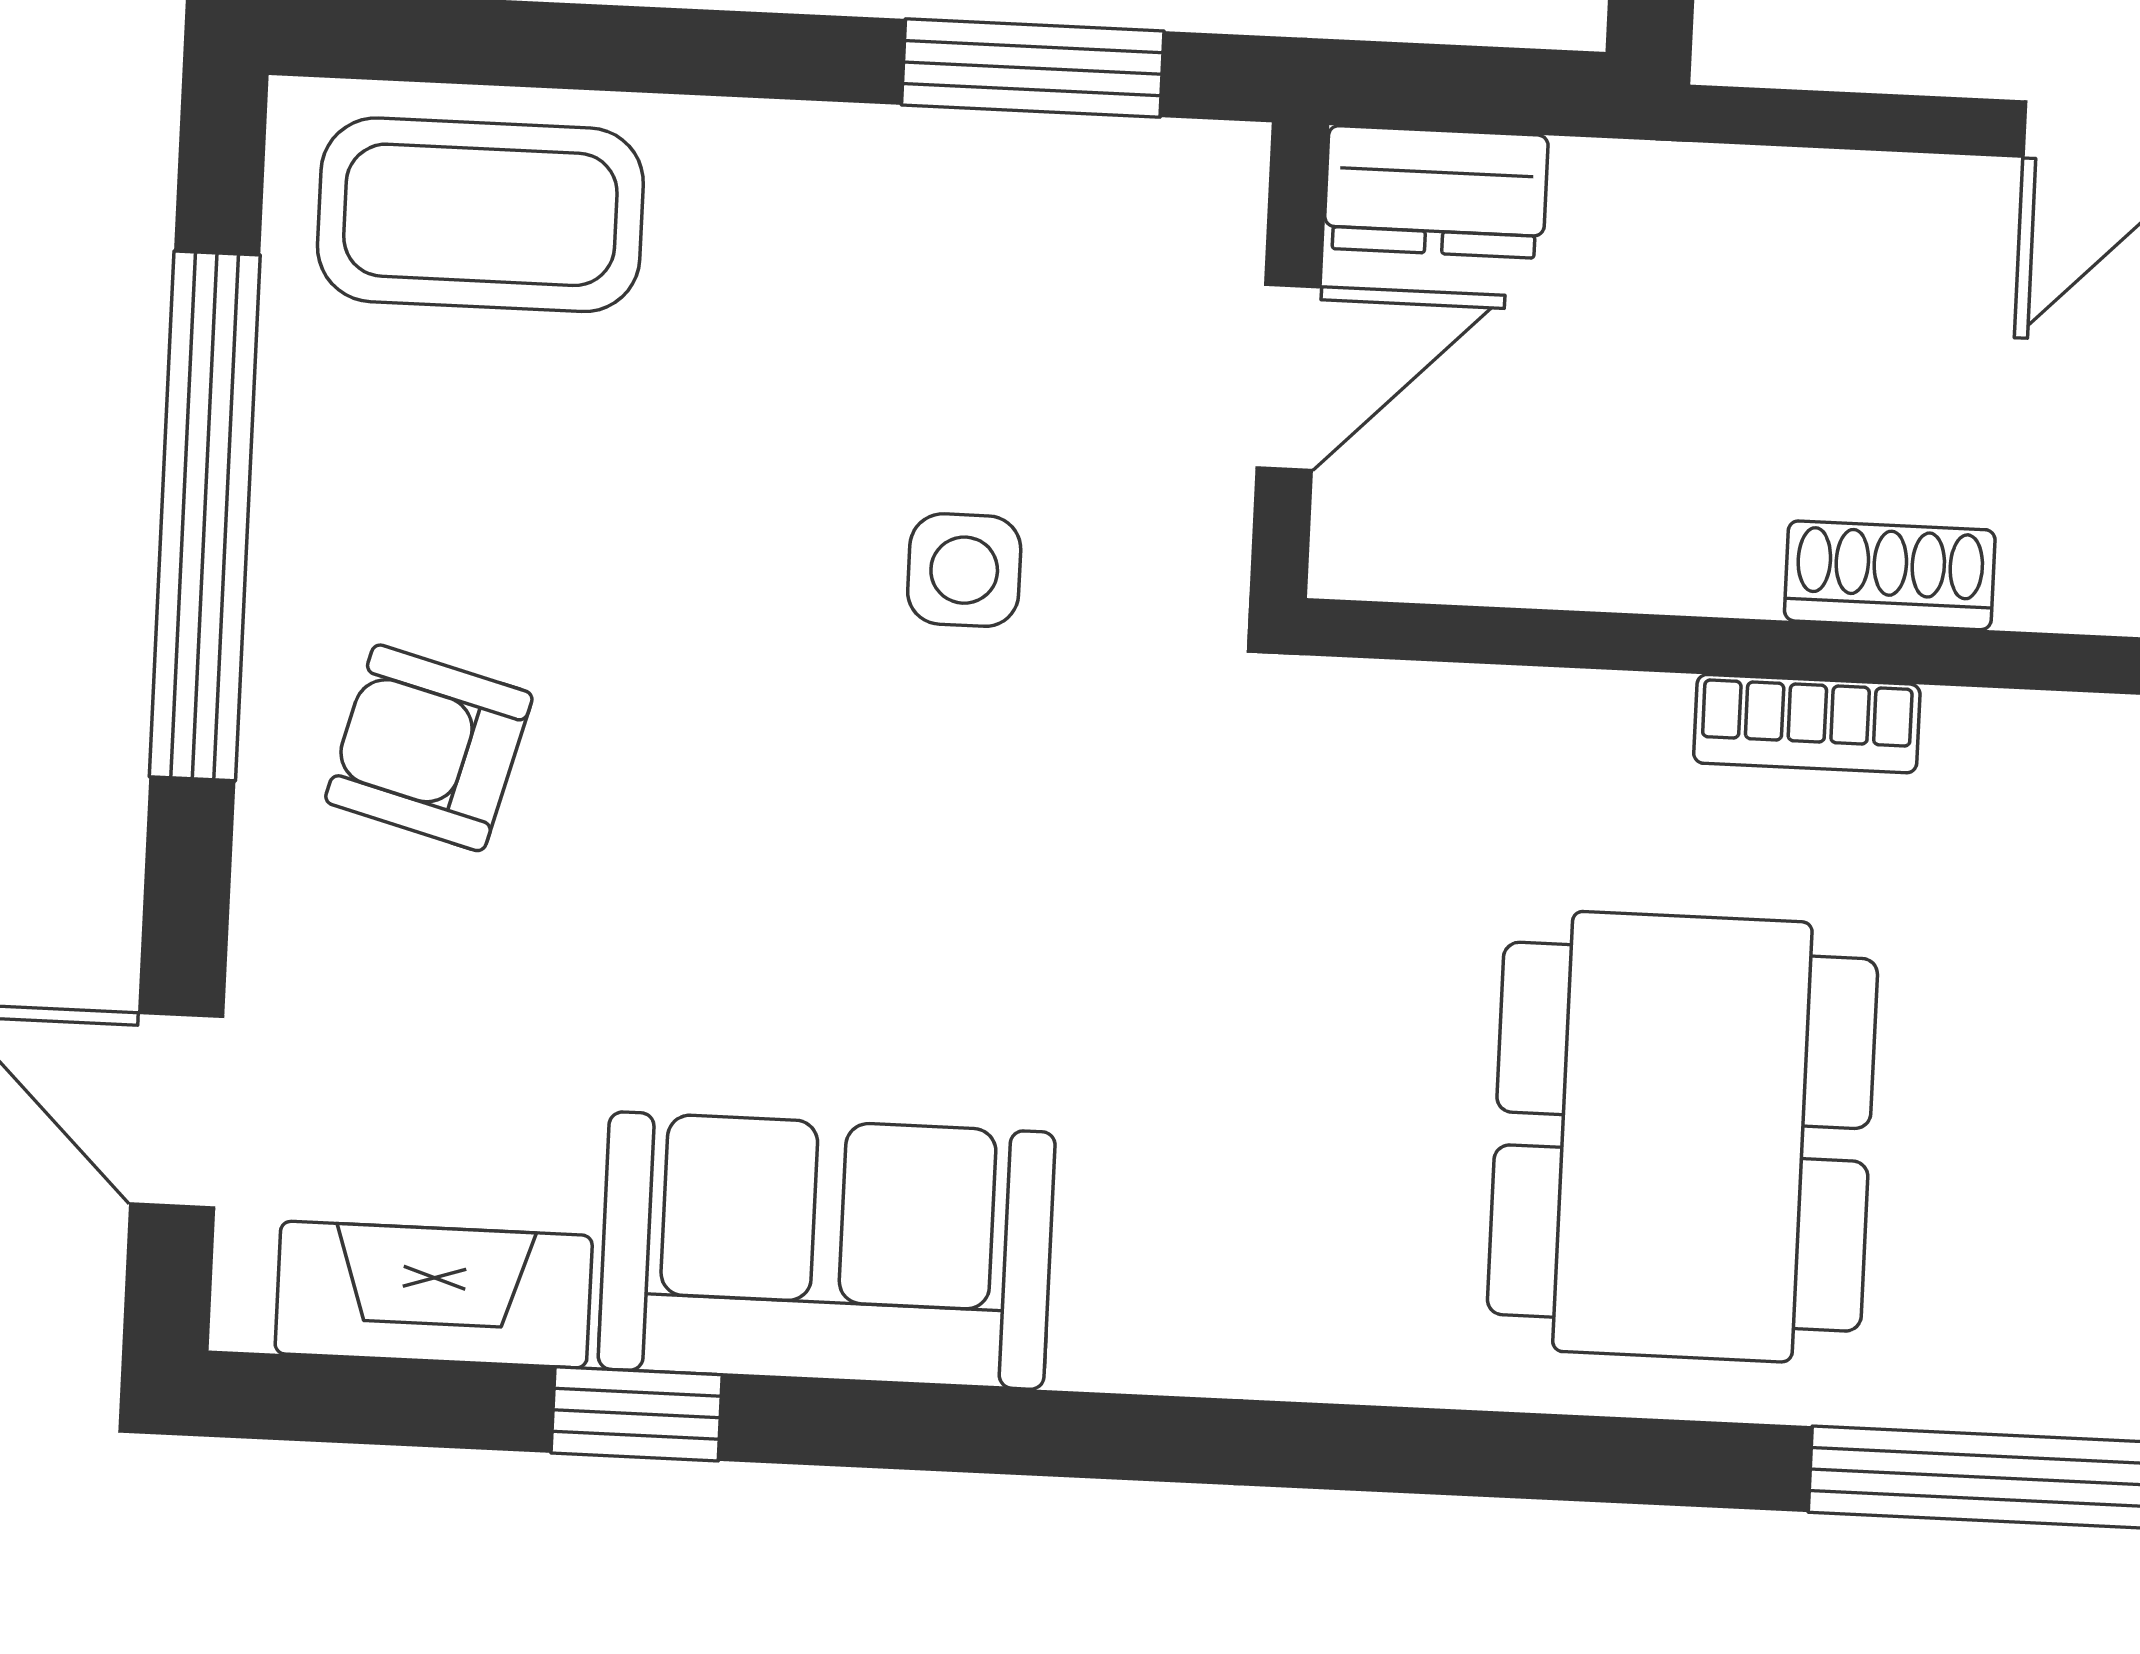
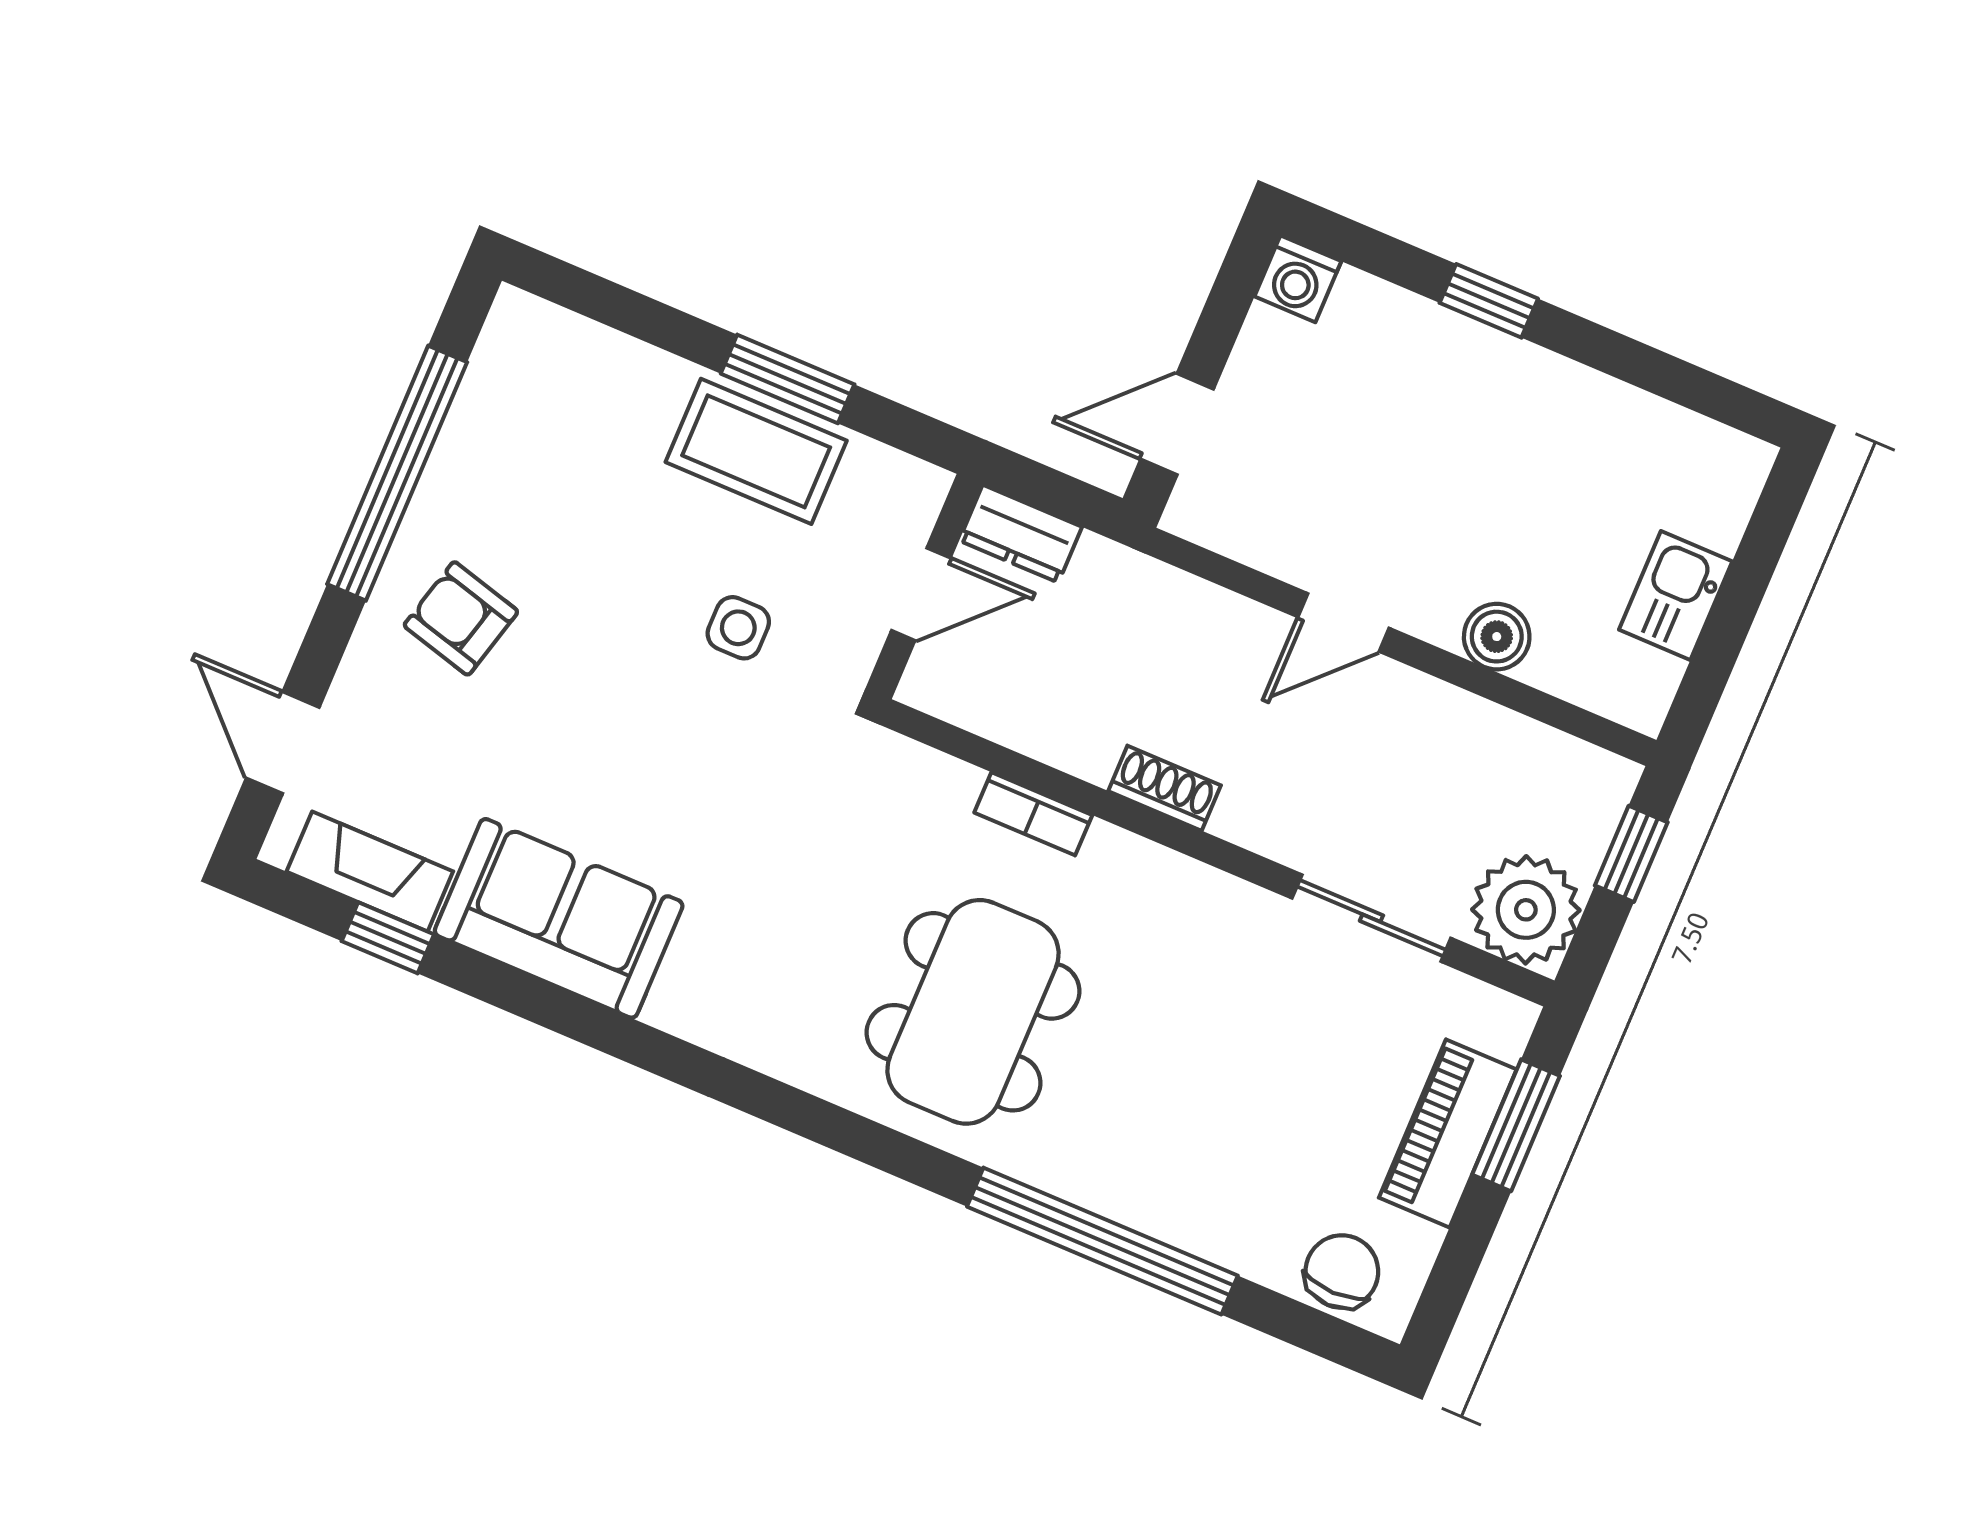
window: (1033, 68) -> (788, 379), moved
coffee table: (480, 215) -> (756, 451), moved
bookcase: (1807, 724) -> (1033, 814), moved
window: (637, 1414) -> (388, 938), moved

